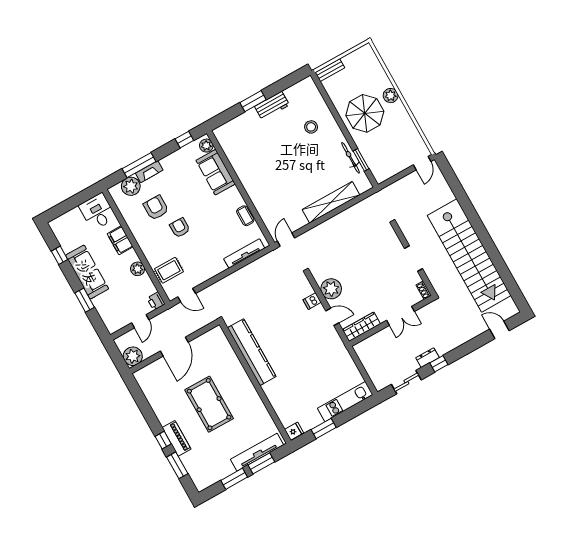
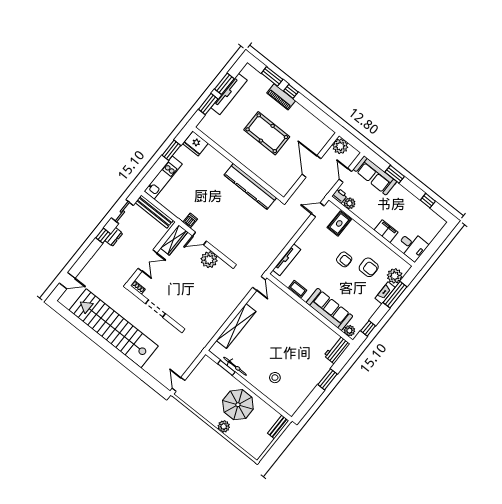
workbench: (272, 106) -> (337, 350), moved
sofa: (216, 172) -> (329, 309), width x1.36
plant: (138, 269) -> (350, 203), moved
sofa: (87, 272) -> (375, 175), moved
dishwasher: (312, 301) -> (190, 221), moved
double door: (400, 316) -> (148, 261), swing flipped
bench: (371, 368) -> (154, 212), added
fridge: (294, 431) -> (196, 144), width x1.88, depth x1.34
tv unit: (257, 452) -> (229, 94), moved

